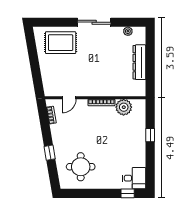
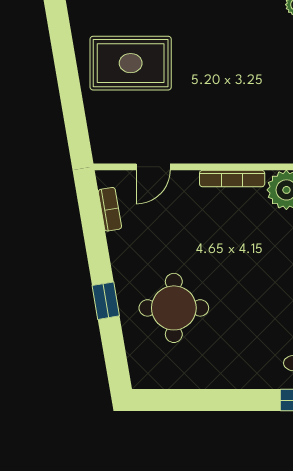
rug: (61, 43) -> (131, 63), moved
round table: (81, 167) -> (174, 308), moved

